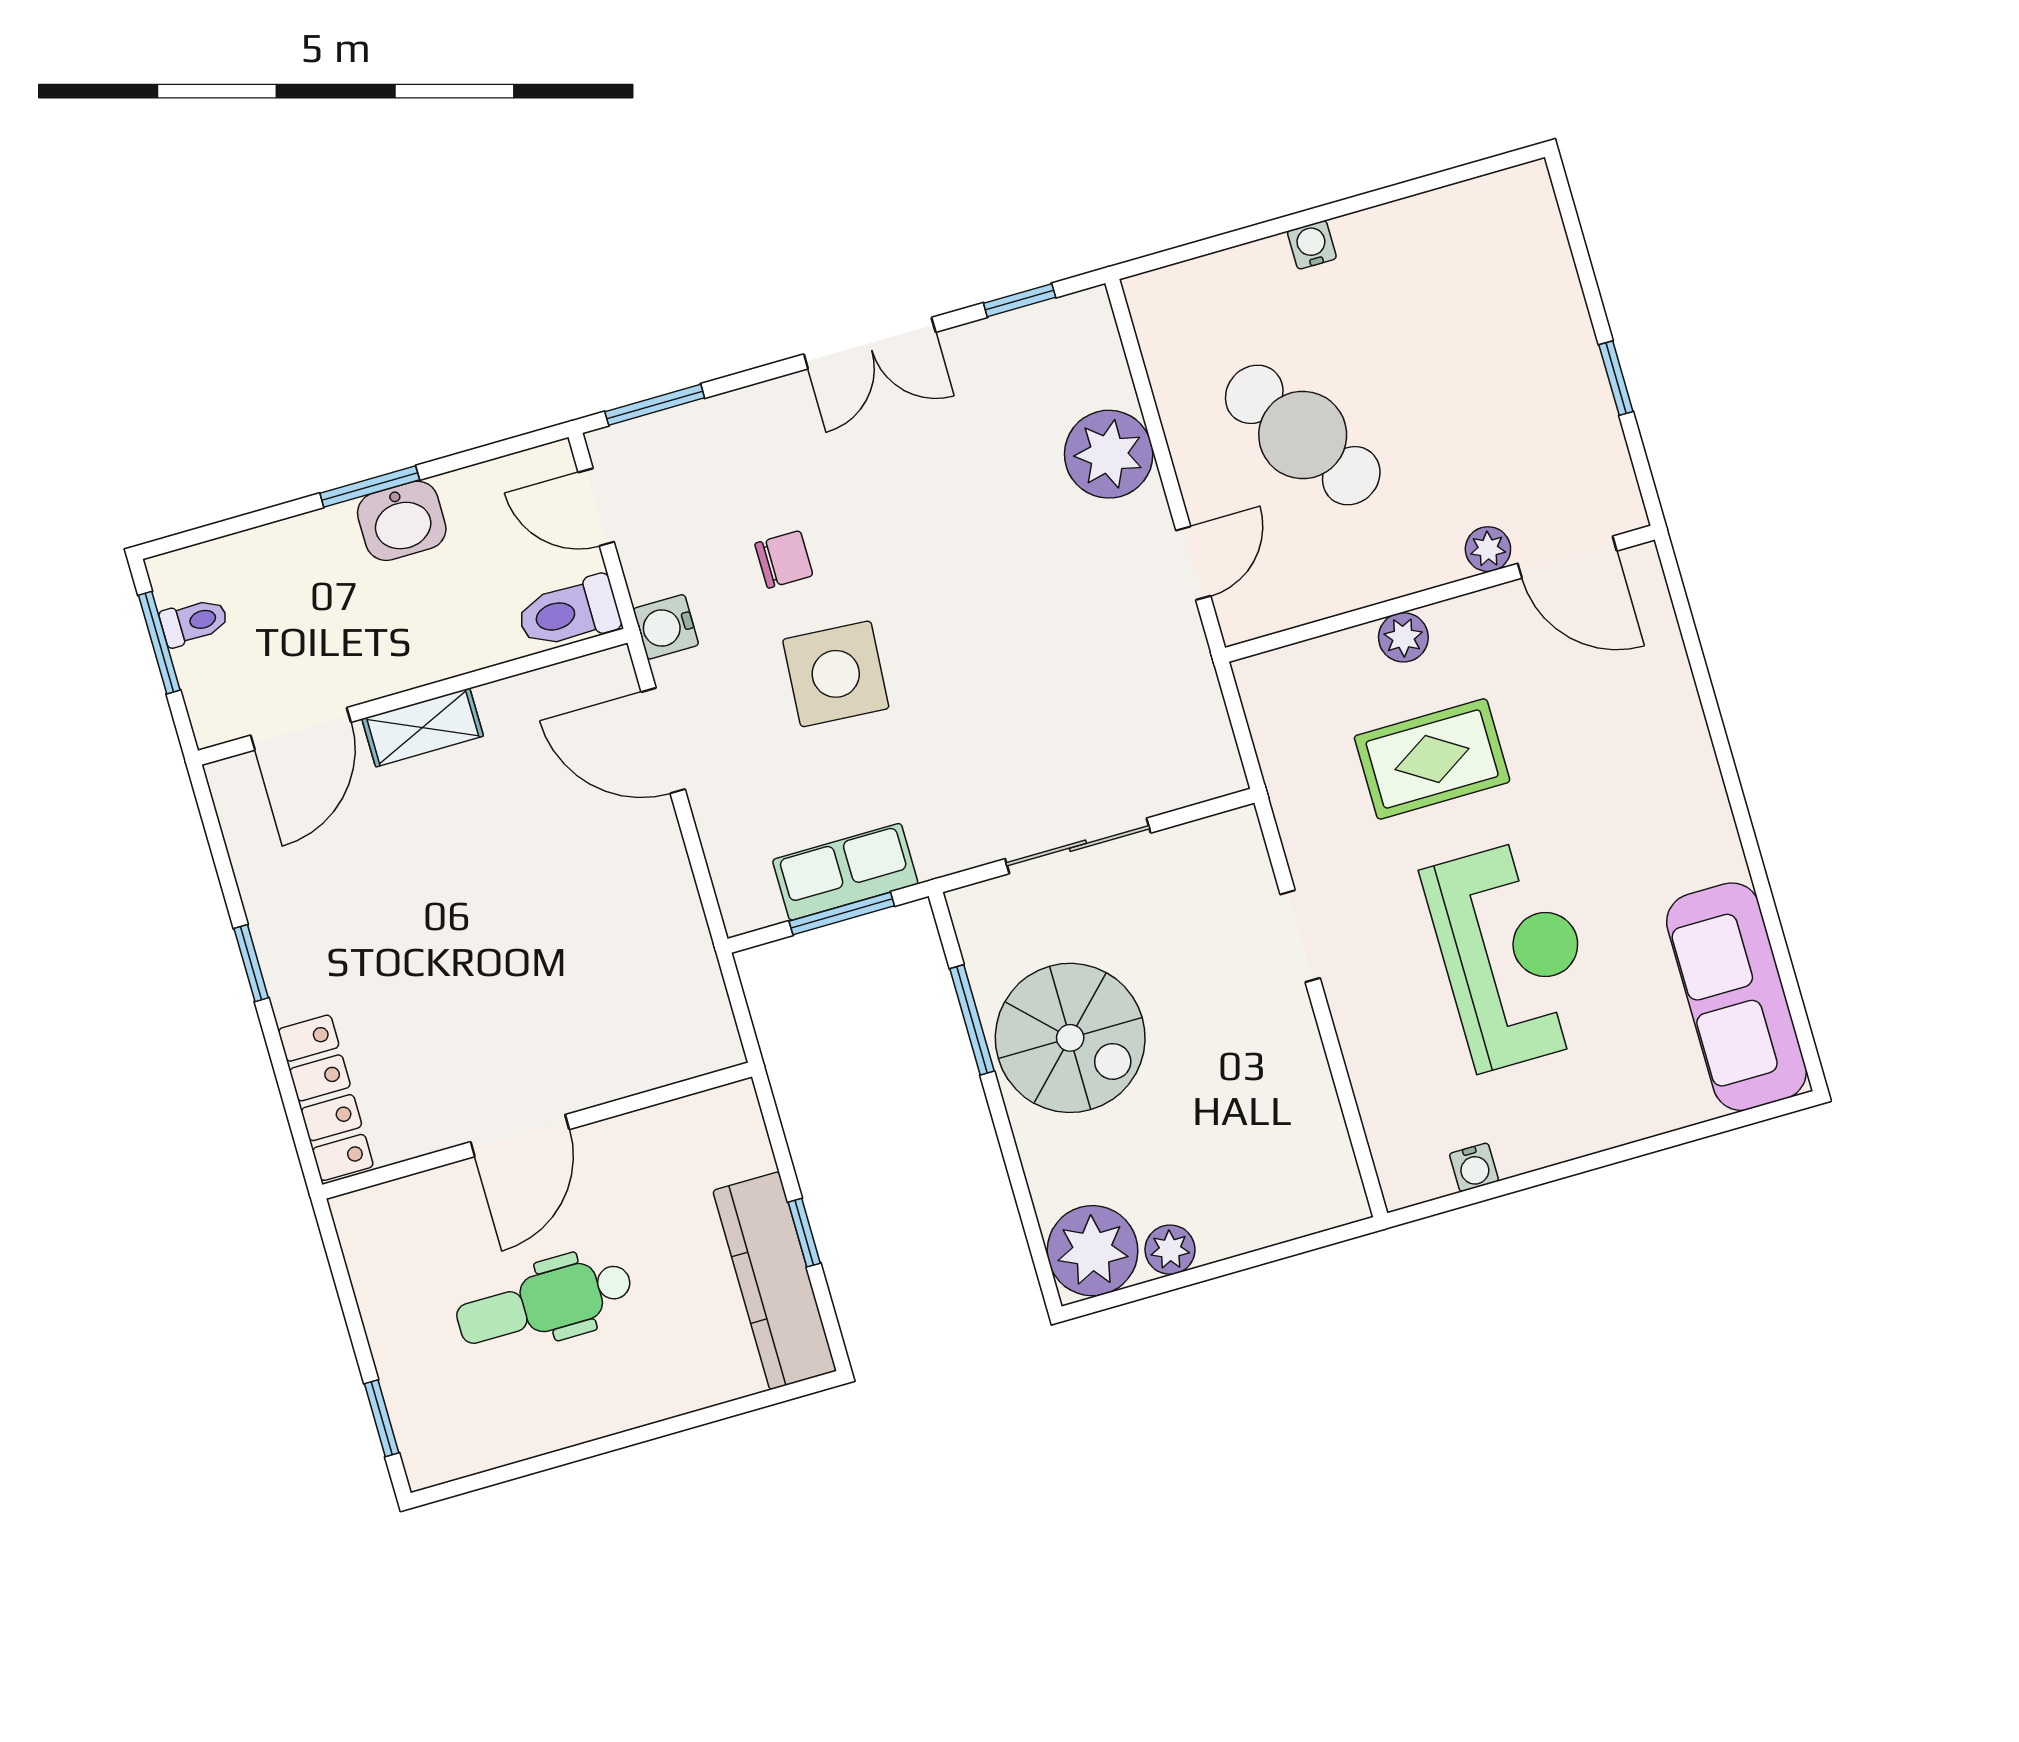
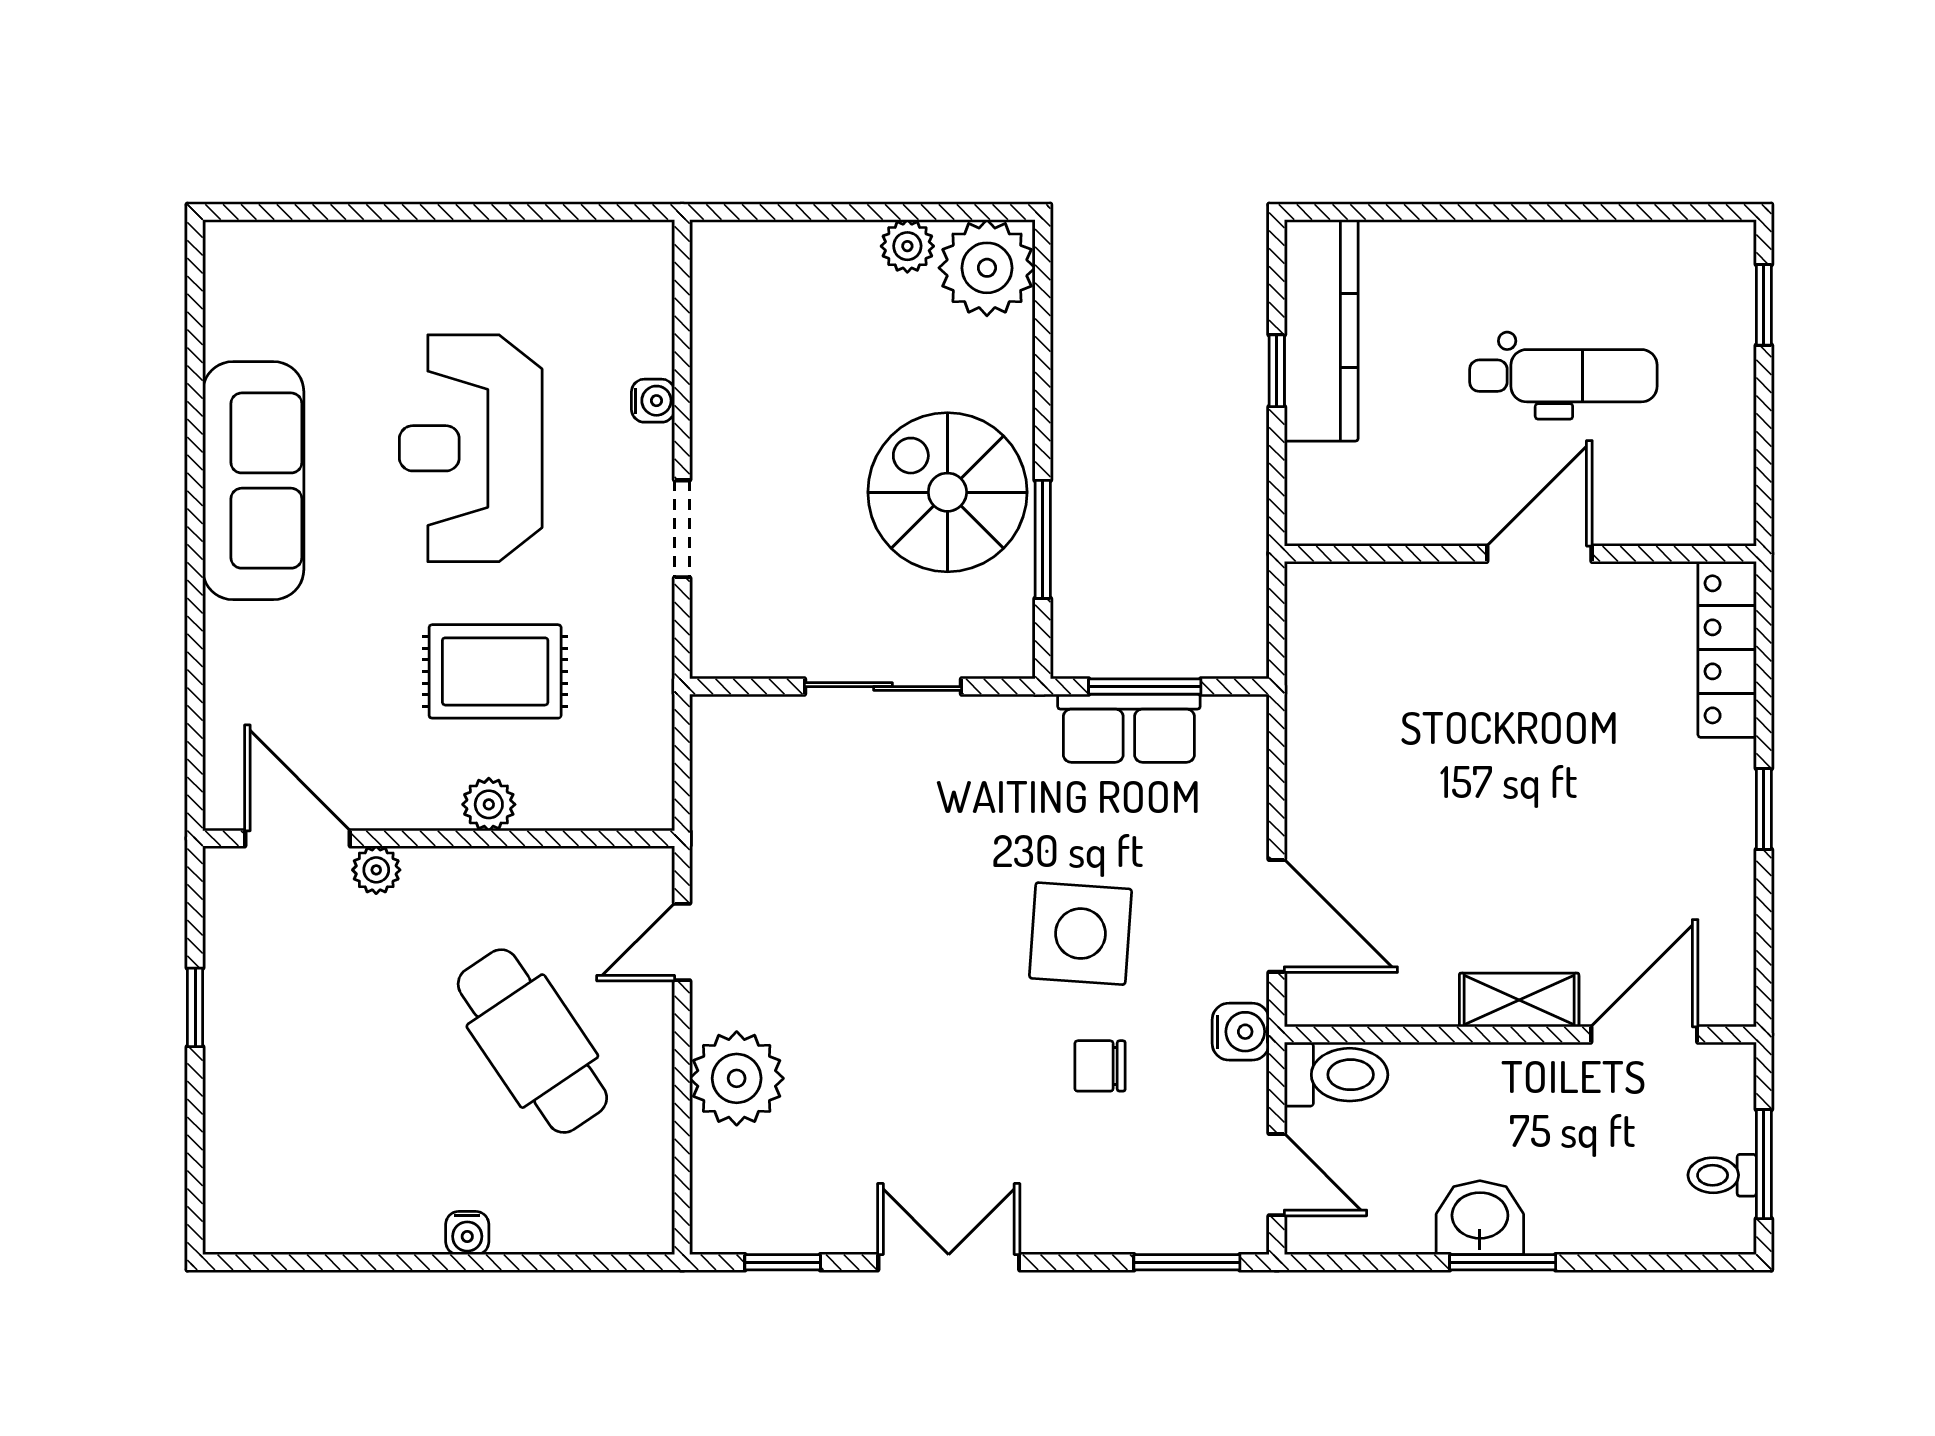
sofa: (1736, 997) -> (253, 481), moved
water cooler: (1474, 1167) -> (653, 401), moved, turned 90

